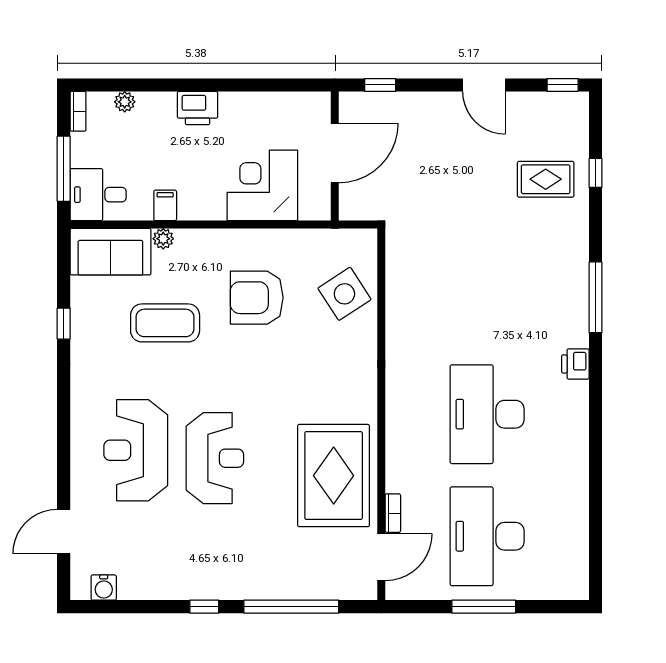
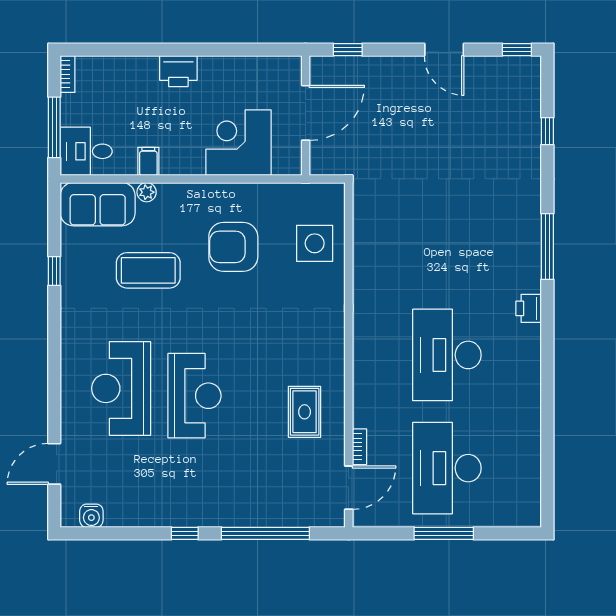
plant: (125, 102) -> (111, 65), removed
rug: (546, 179) -> (501, 137), removed
side table: (344, 294) -> (315, 243), turned 33
rug: (334, 476) -> (305, 412), width x0.54, depth x0.49

